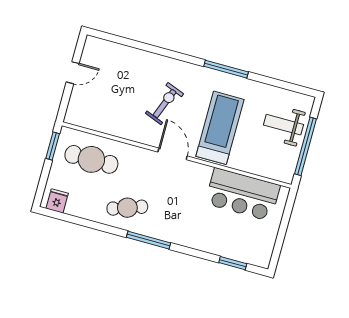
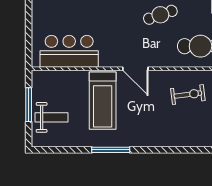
exercise bike: (165, 104) -> (188, 95), moved, turned -118
window: (305, 146) -> (29, 105), width x0.68

